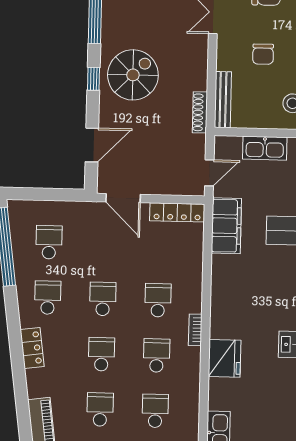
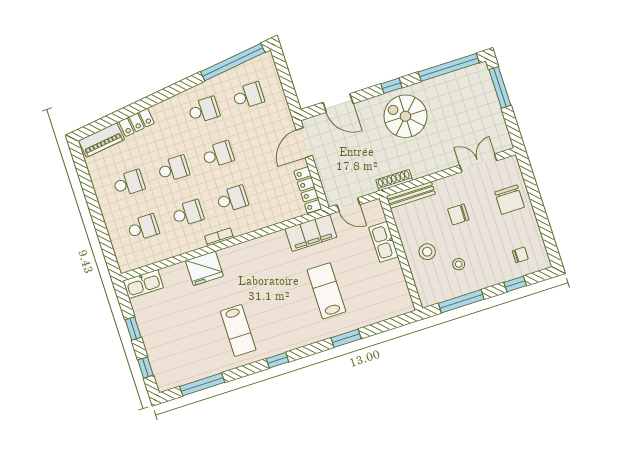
spiral stairs: (133, 75) -> (405, 116), turned 180
locker: (32, 348) -> (137, 122), moved

